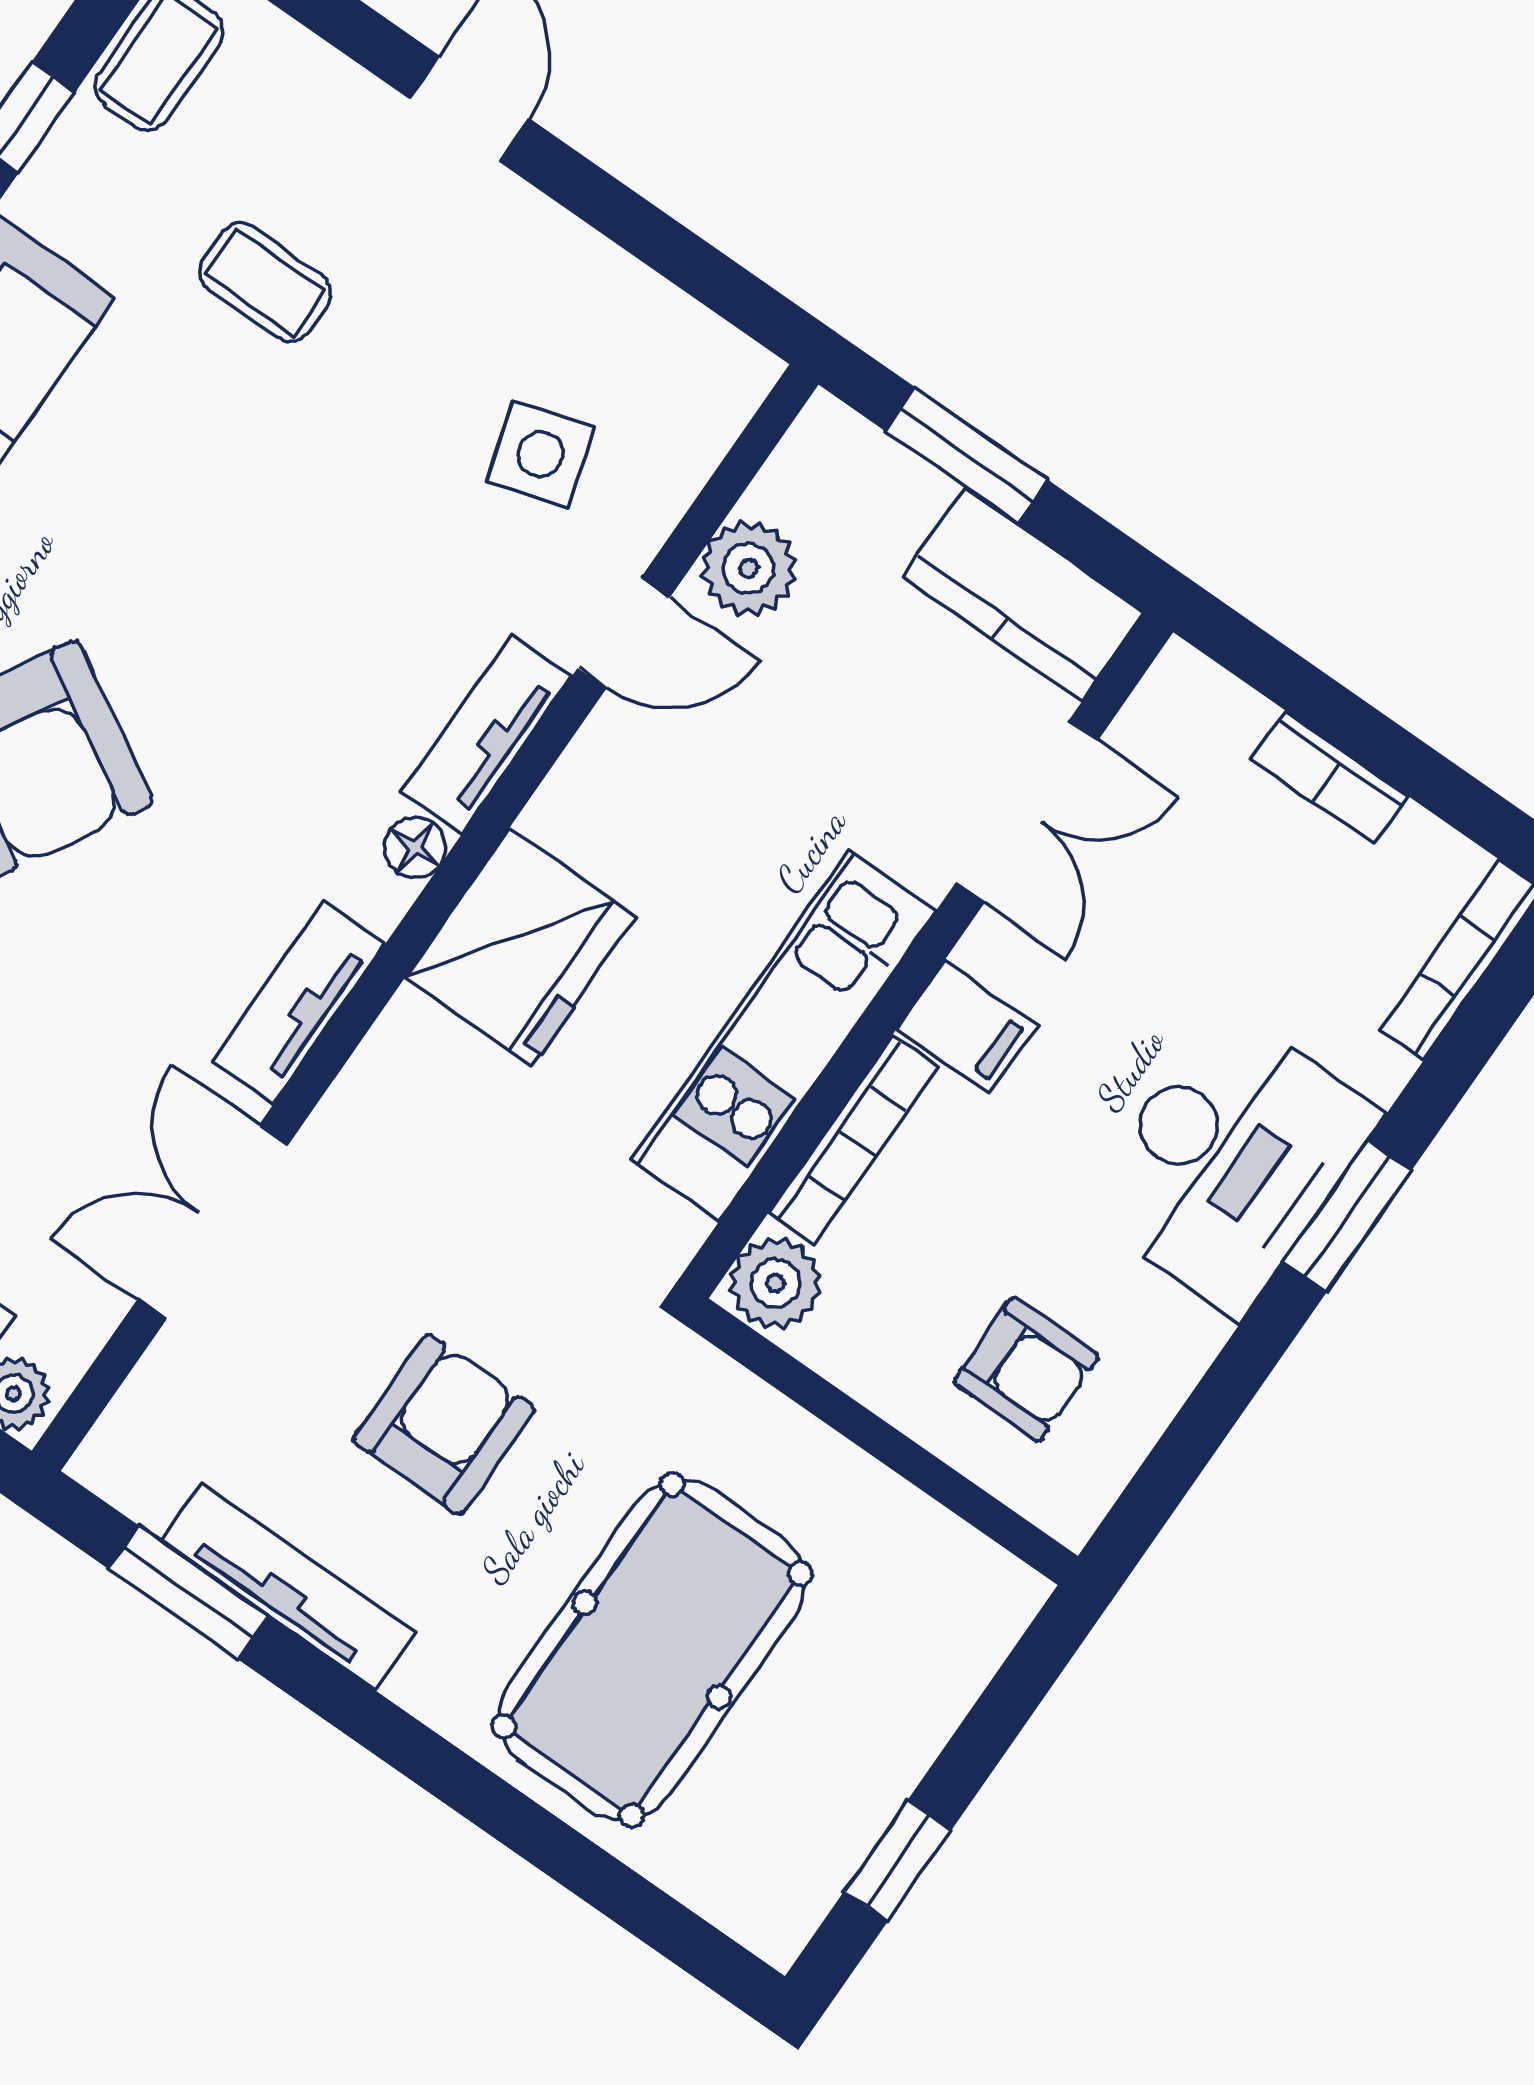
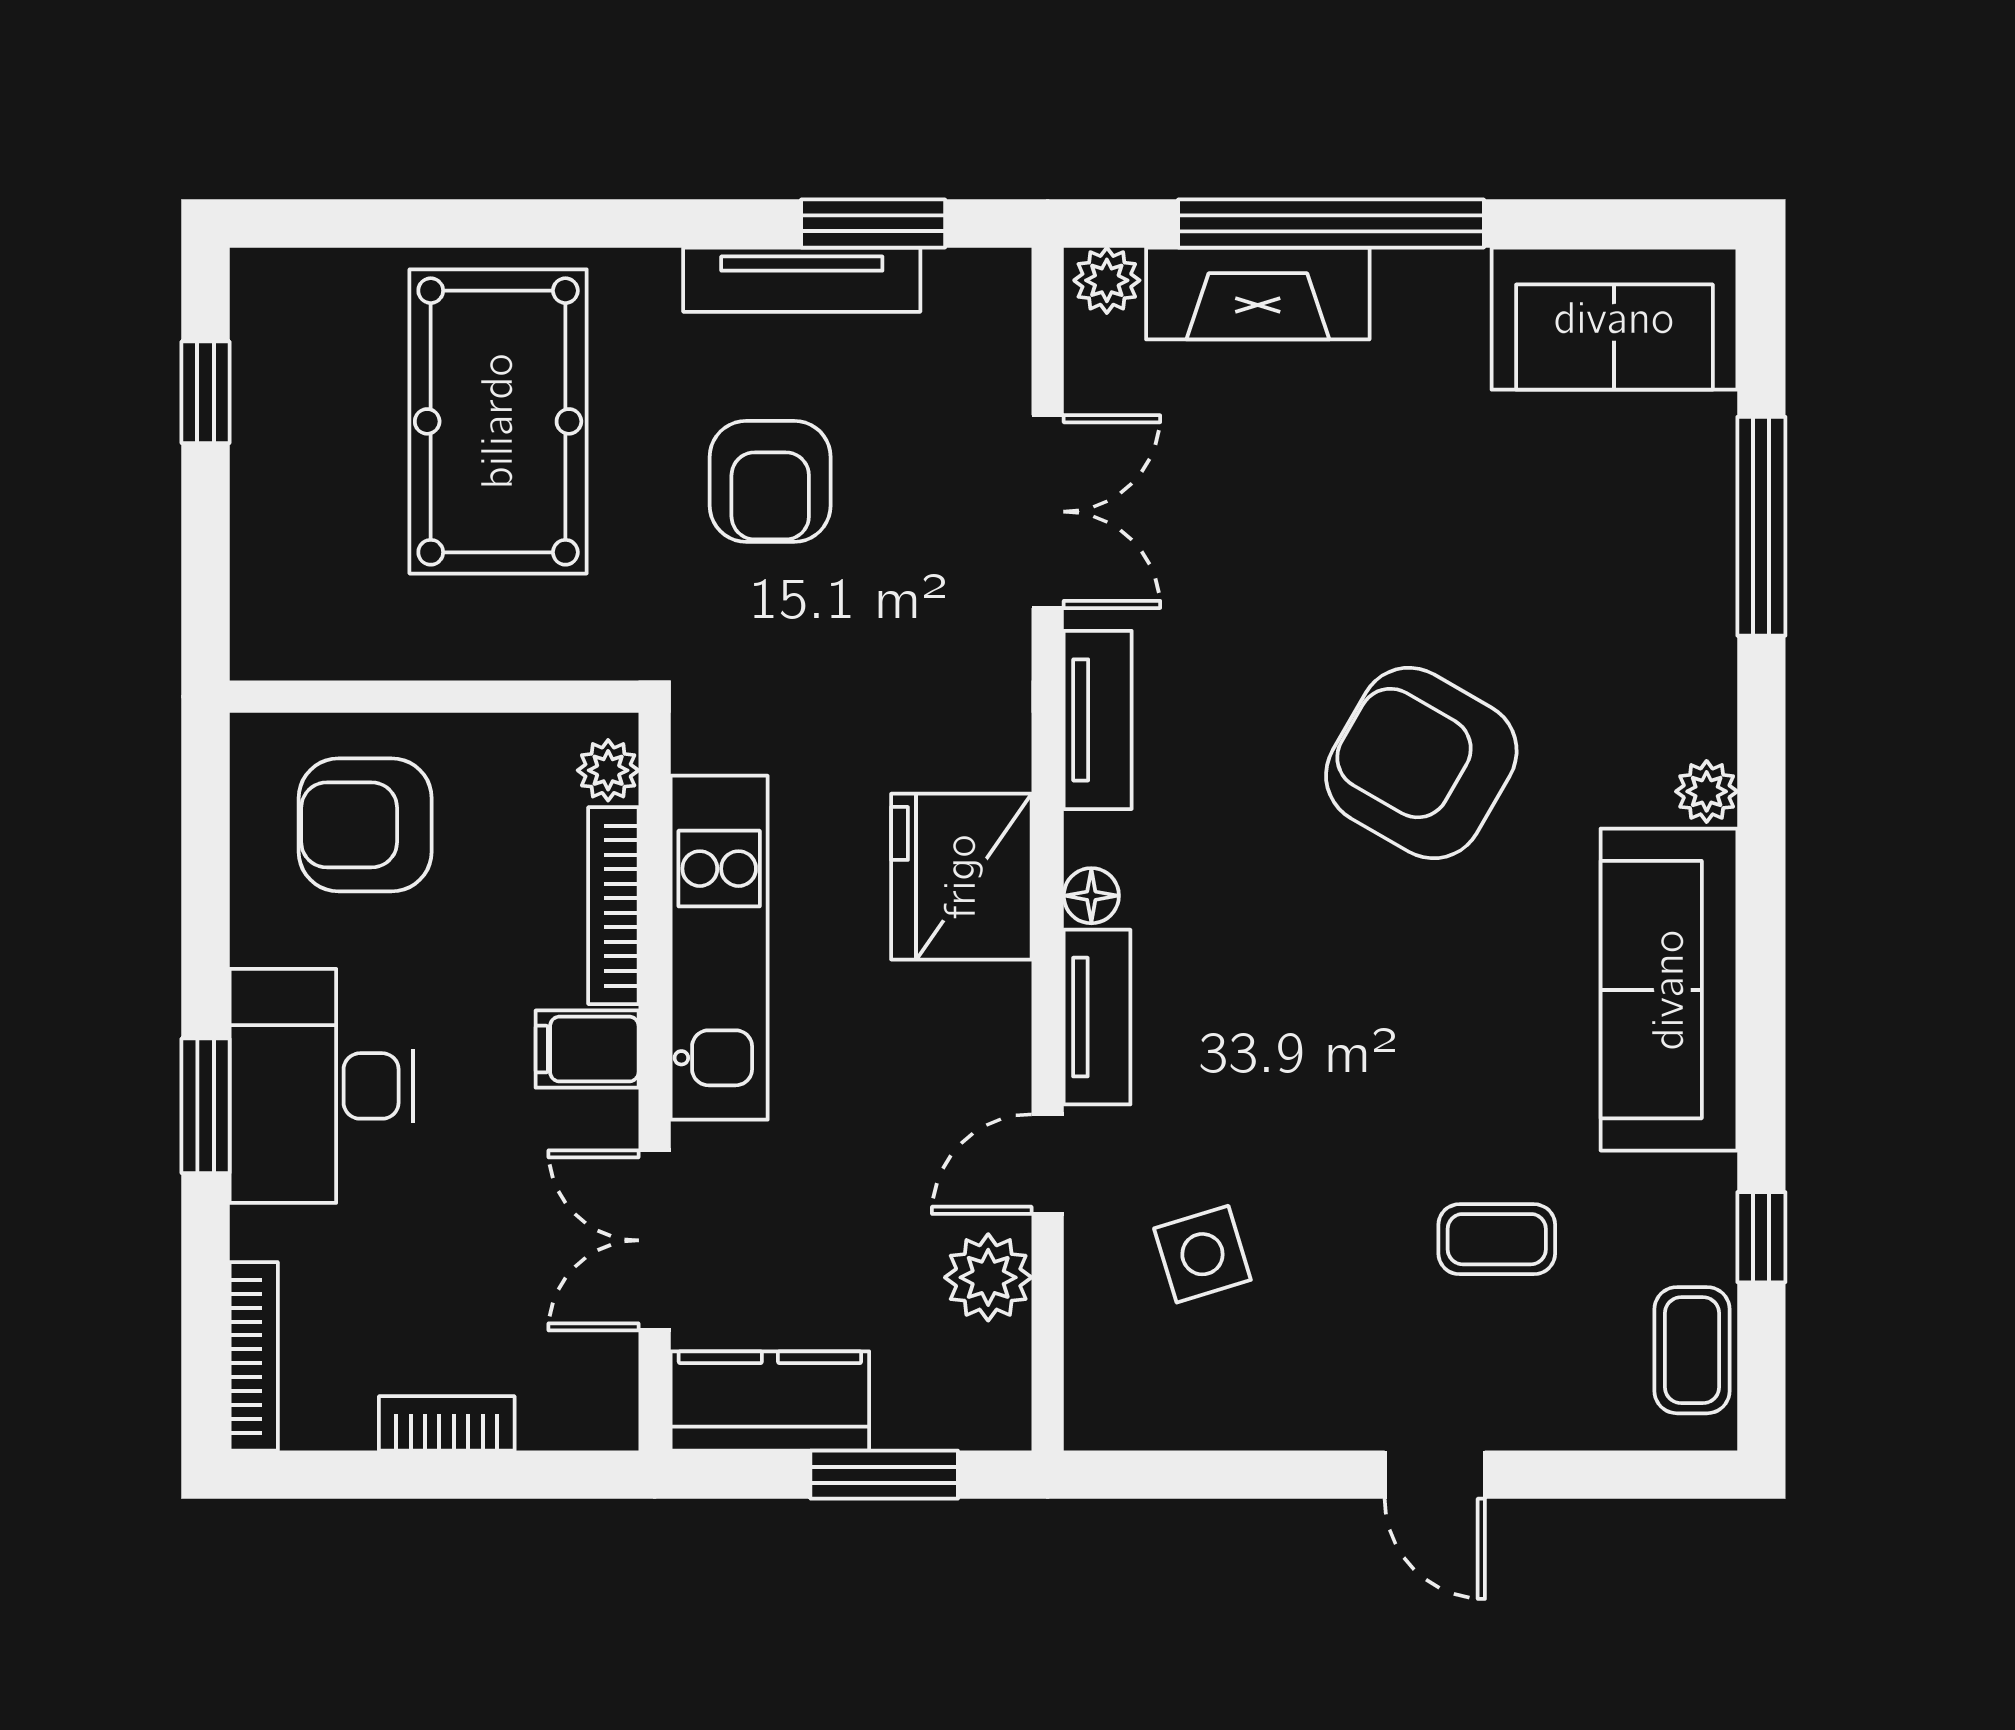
plant: (776, 1283) -> (608, 770), width x0.73, depth x0.73
armchair: (1026, 1369) -> (365, 825), width x1.38, depth x1.38

